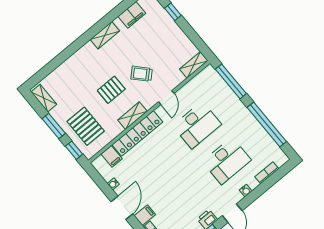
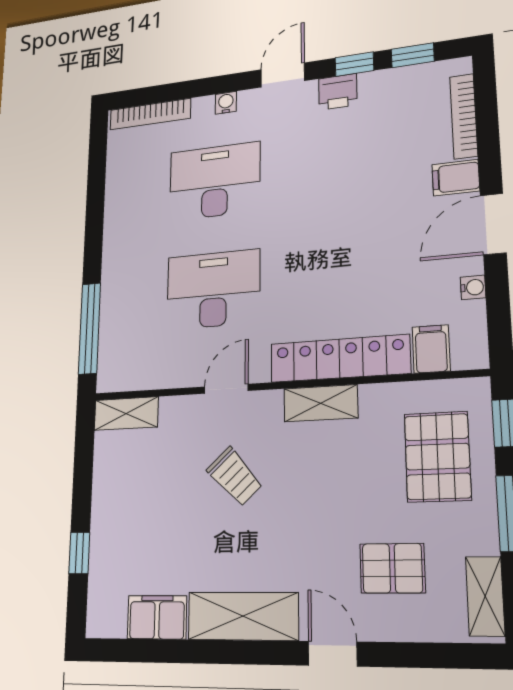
shelving: (105, 35) -> (243, 616), width x1.50, depth x1.33
door: (73, 49) -> (333, 654), added
pallet: (111, 90) -> (392, 568), moved
window: (267, 125) -> (95, 201), removed
bookcase: (267, 173) -> (150, 114), width x1.56

